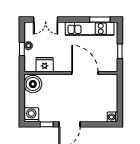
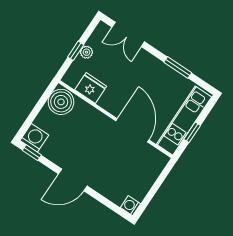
window: (100, 20) -> (178, 67), moved
kitchen unit: (90, 29) -> (184, 121), moved, turned 90
window: (47, 124) -> (32, 153), moved

